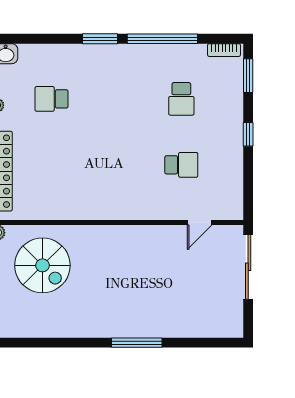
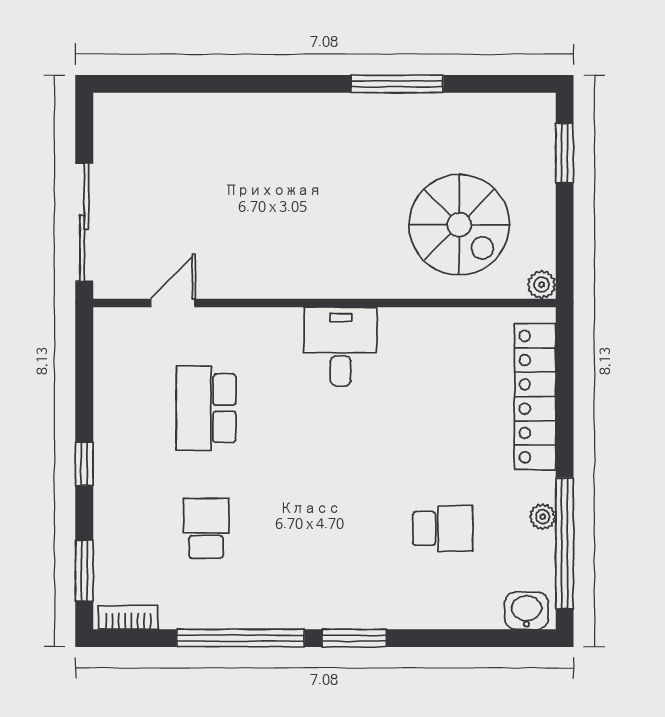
school desk: (181, 165) -> (206, 408), width x1.85
desk: (108, 199) -> (341, 347), added
spiral stairs: (42, 265) -> (459, 225), turned 180
window: (137, 343) -> (397, 84), moved

